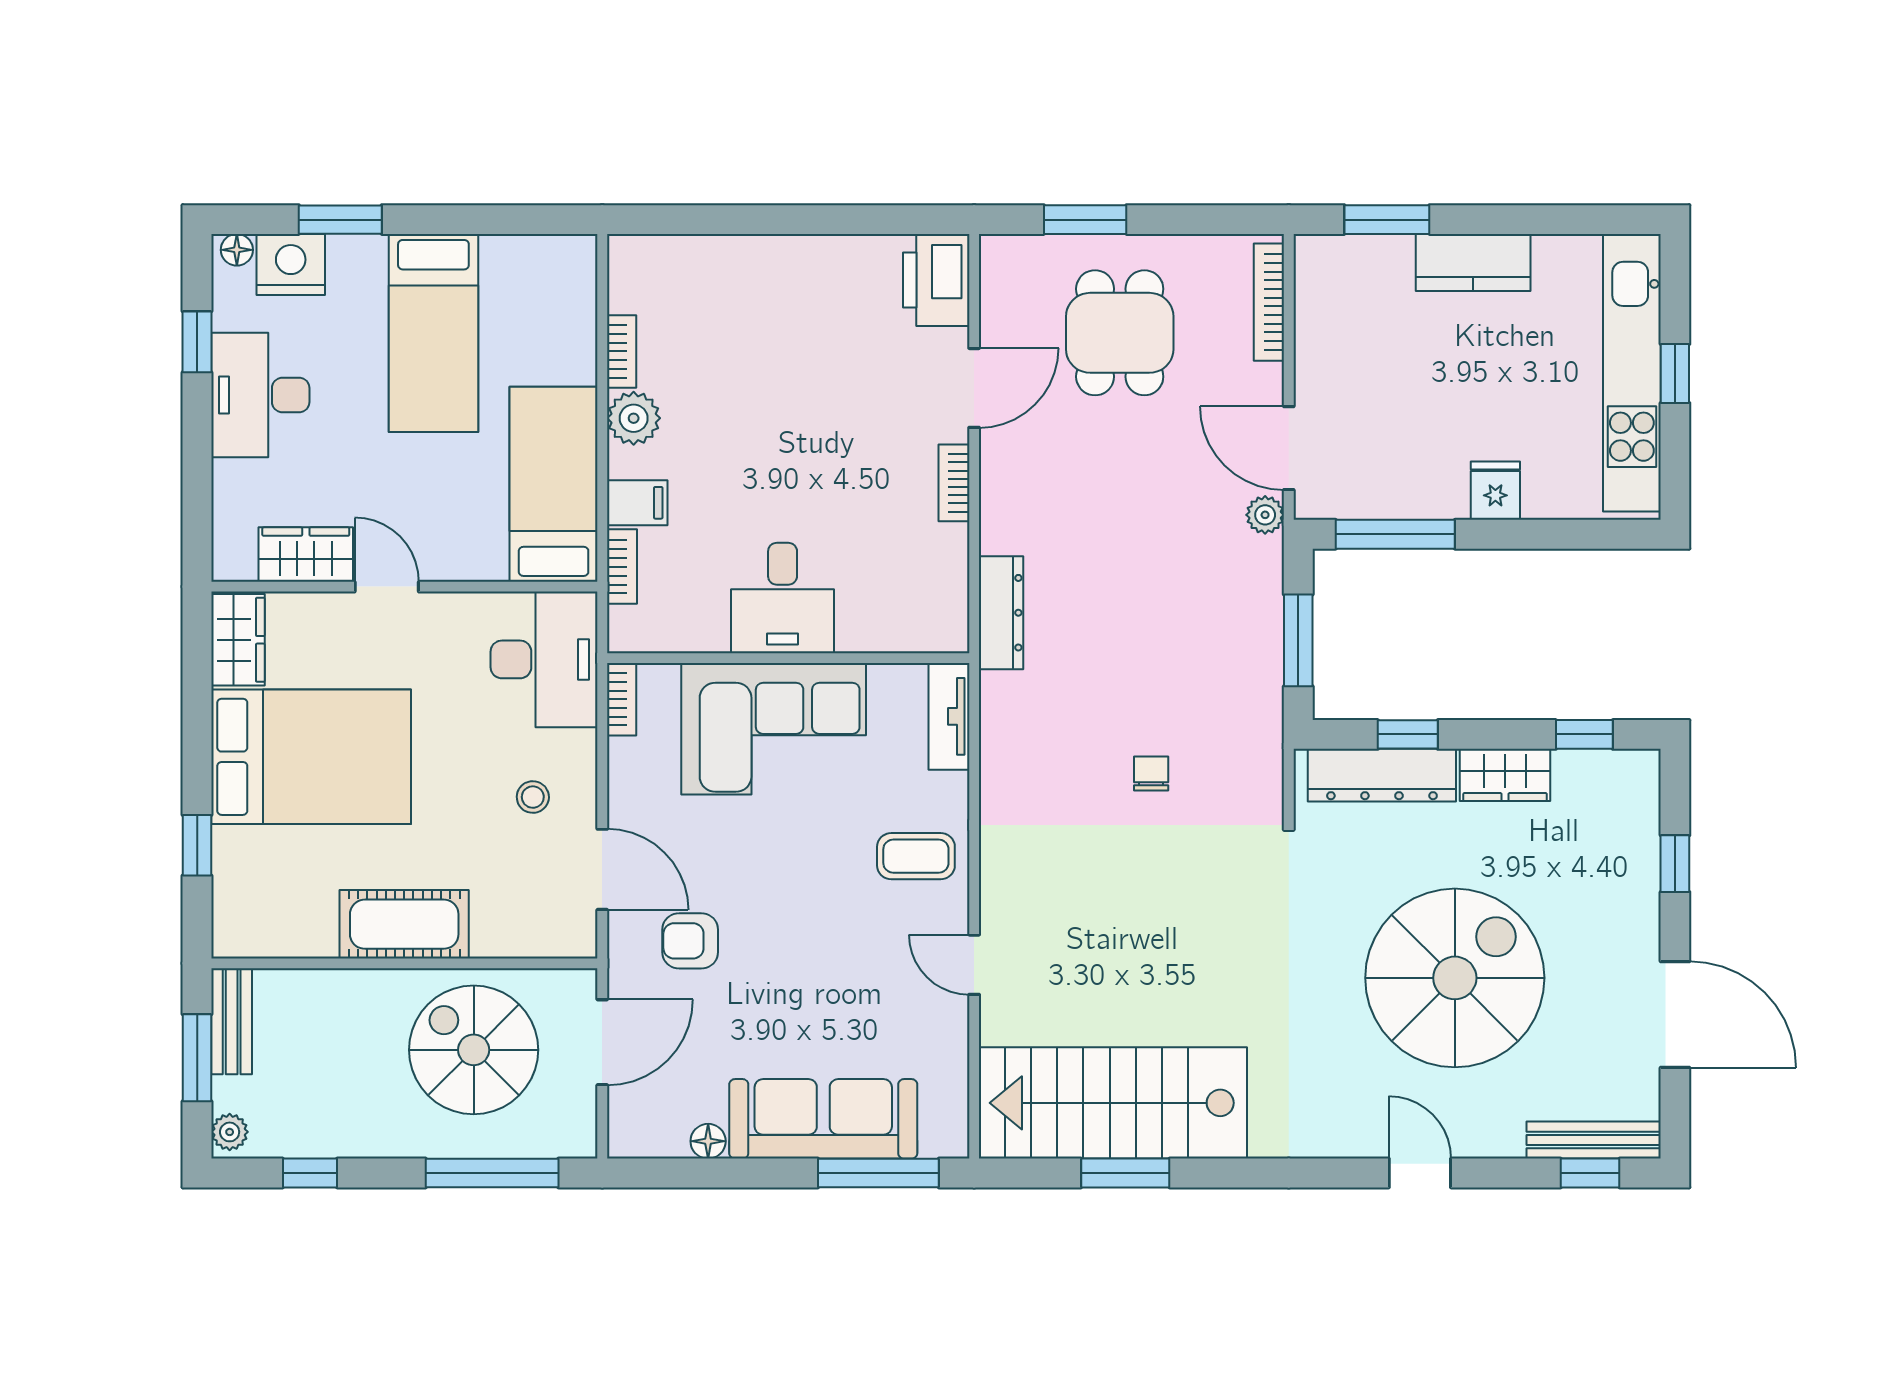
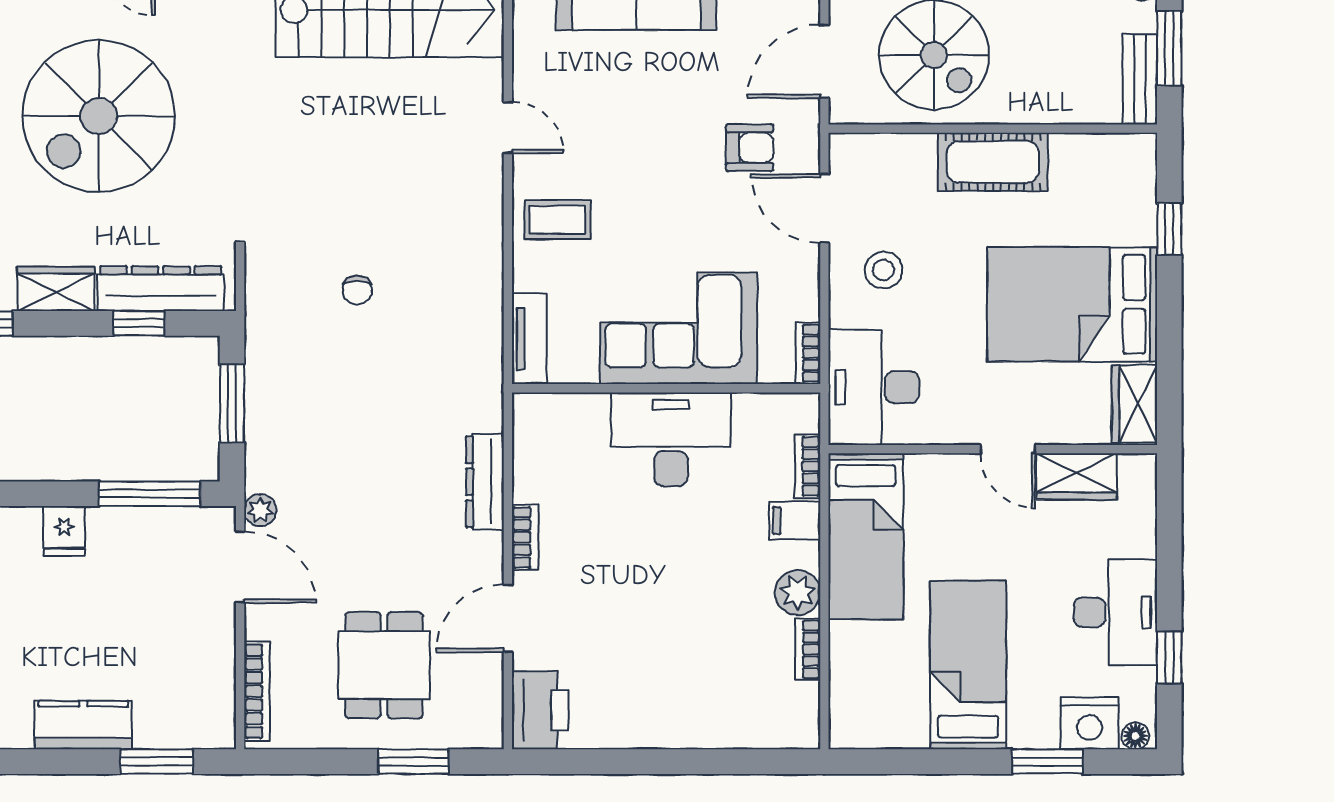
desk: (783, 598) -> (671, 439), width x1.37
dresser: (1001, 613) -> (485, 482), moved
stool: (533, 797) -> (883, 270), width x1.37, depth x1.37

